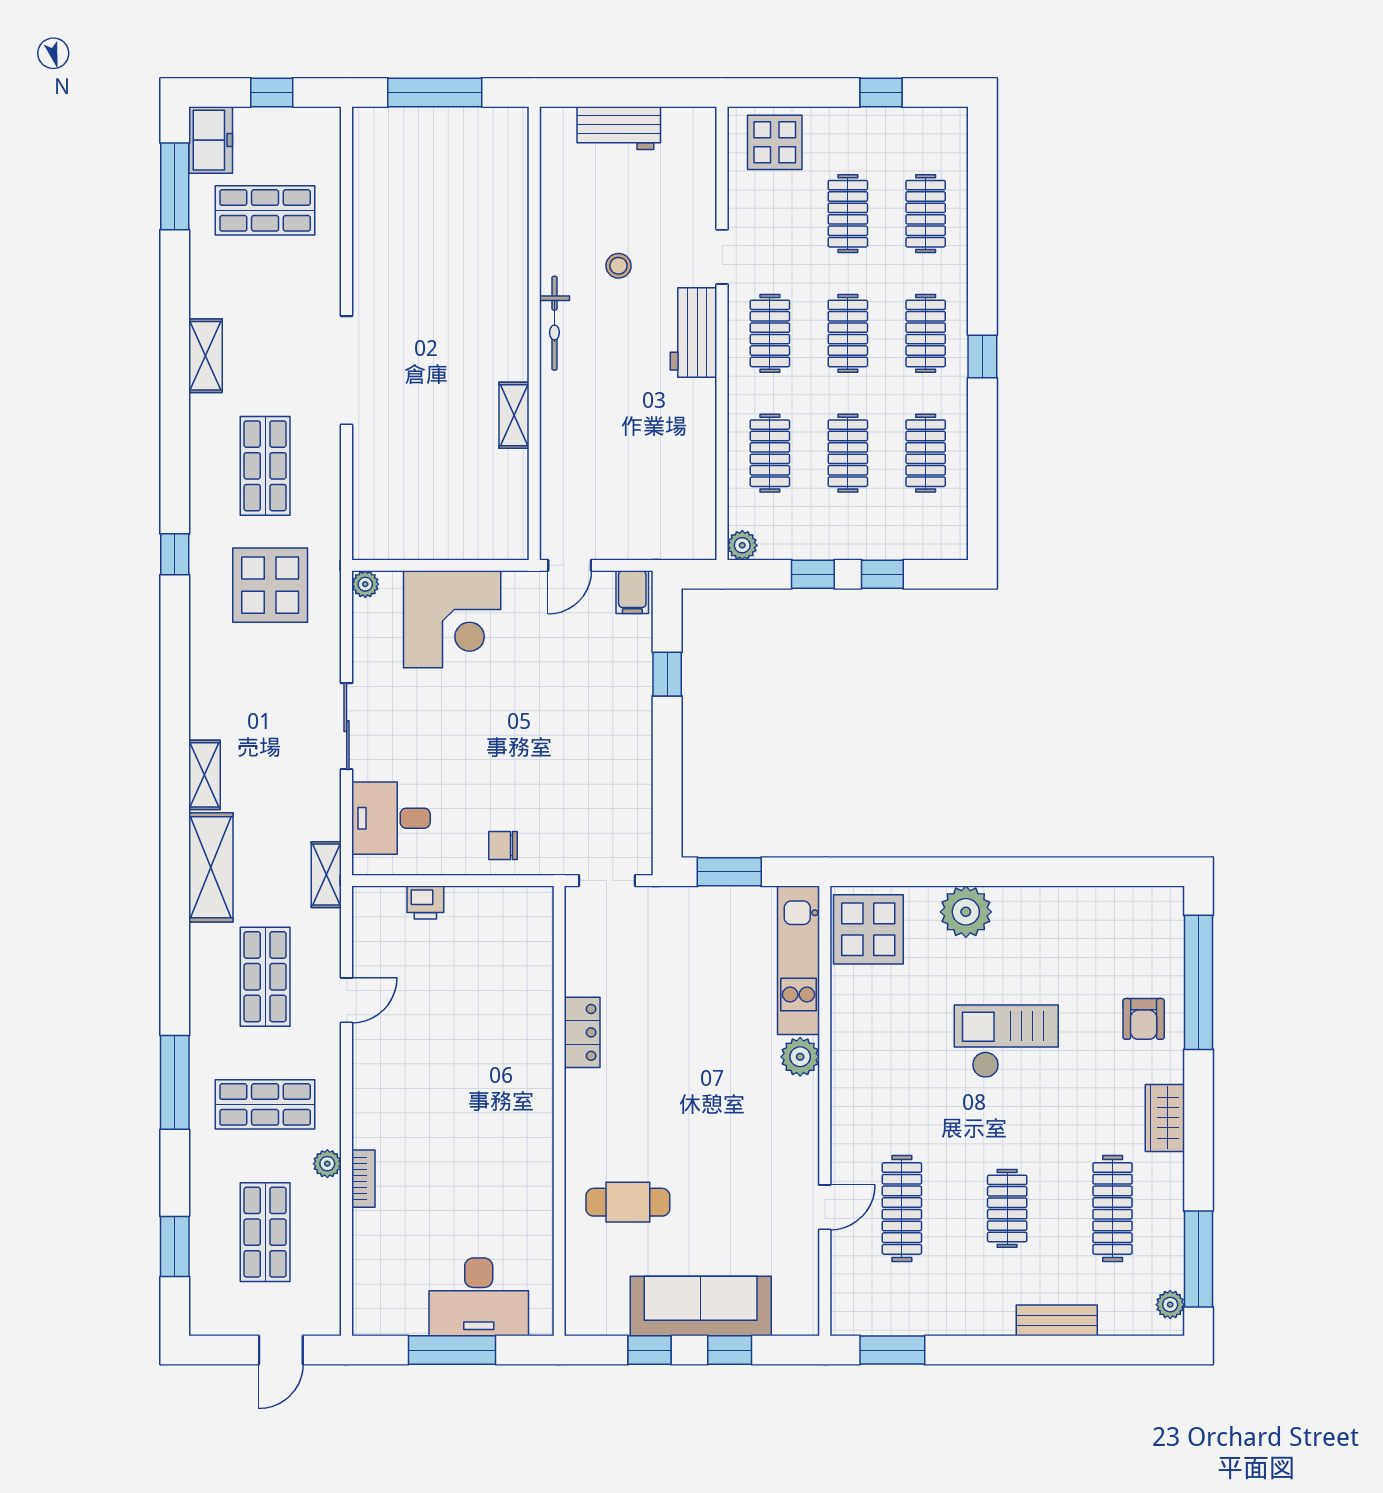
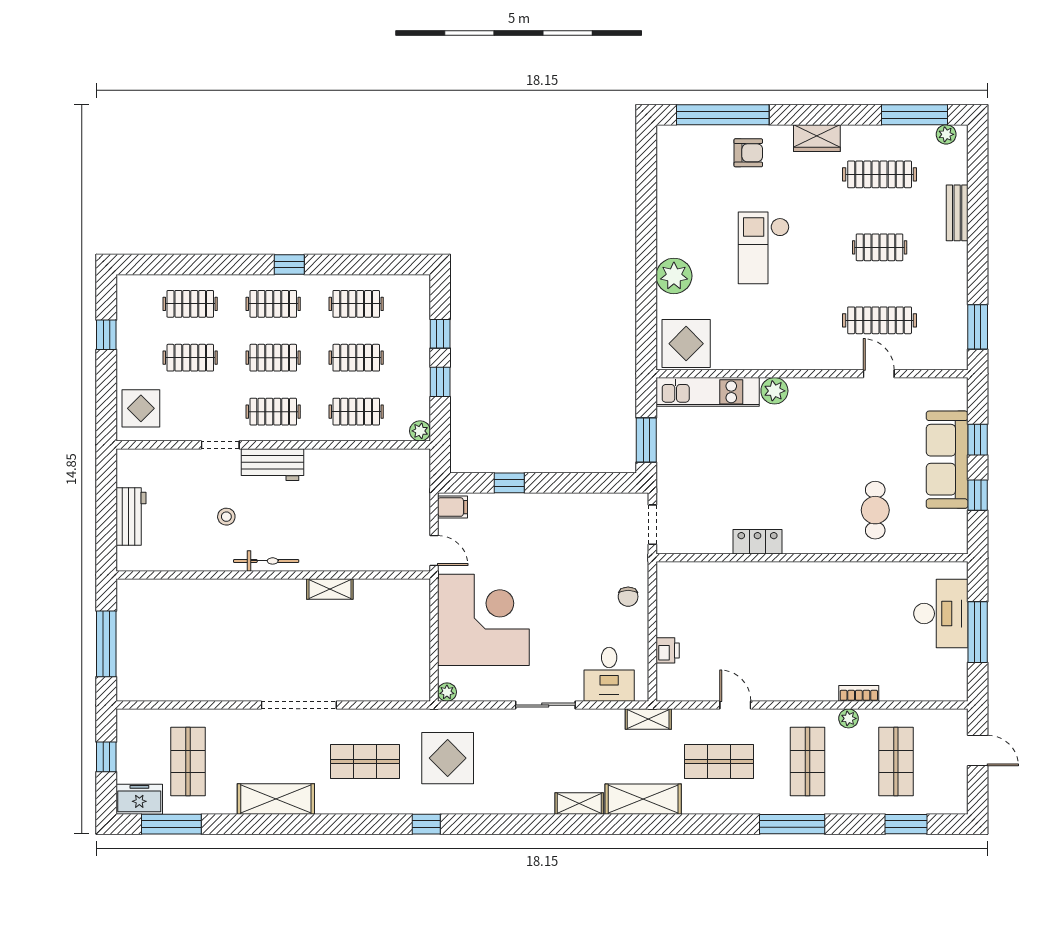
shelving: (206, 356) -> (276, 799), width x1.50, depth x1.33
corner desk: (452, 619) -> (483, 620), width x1.36, depth x1.36
shop shelf: (265, 1232) -> (896, 761), turned 90

